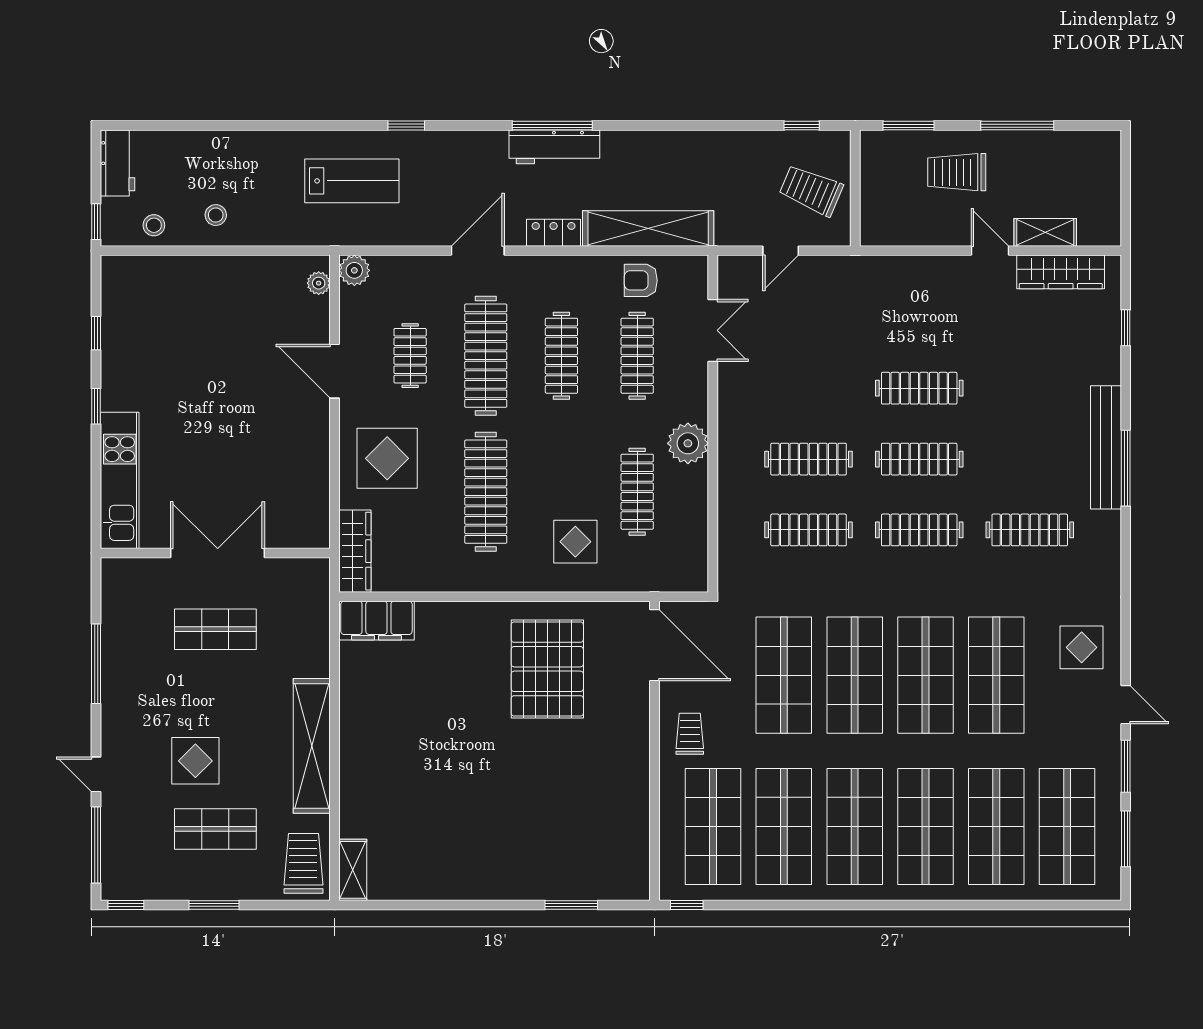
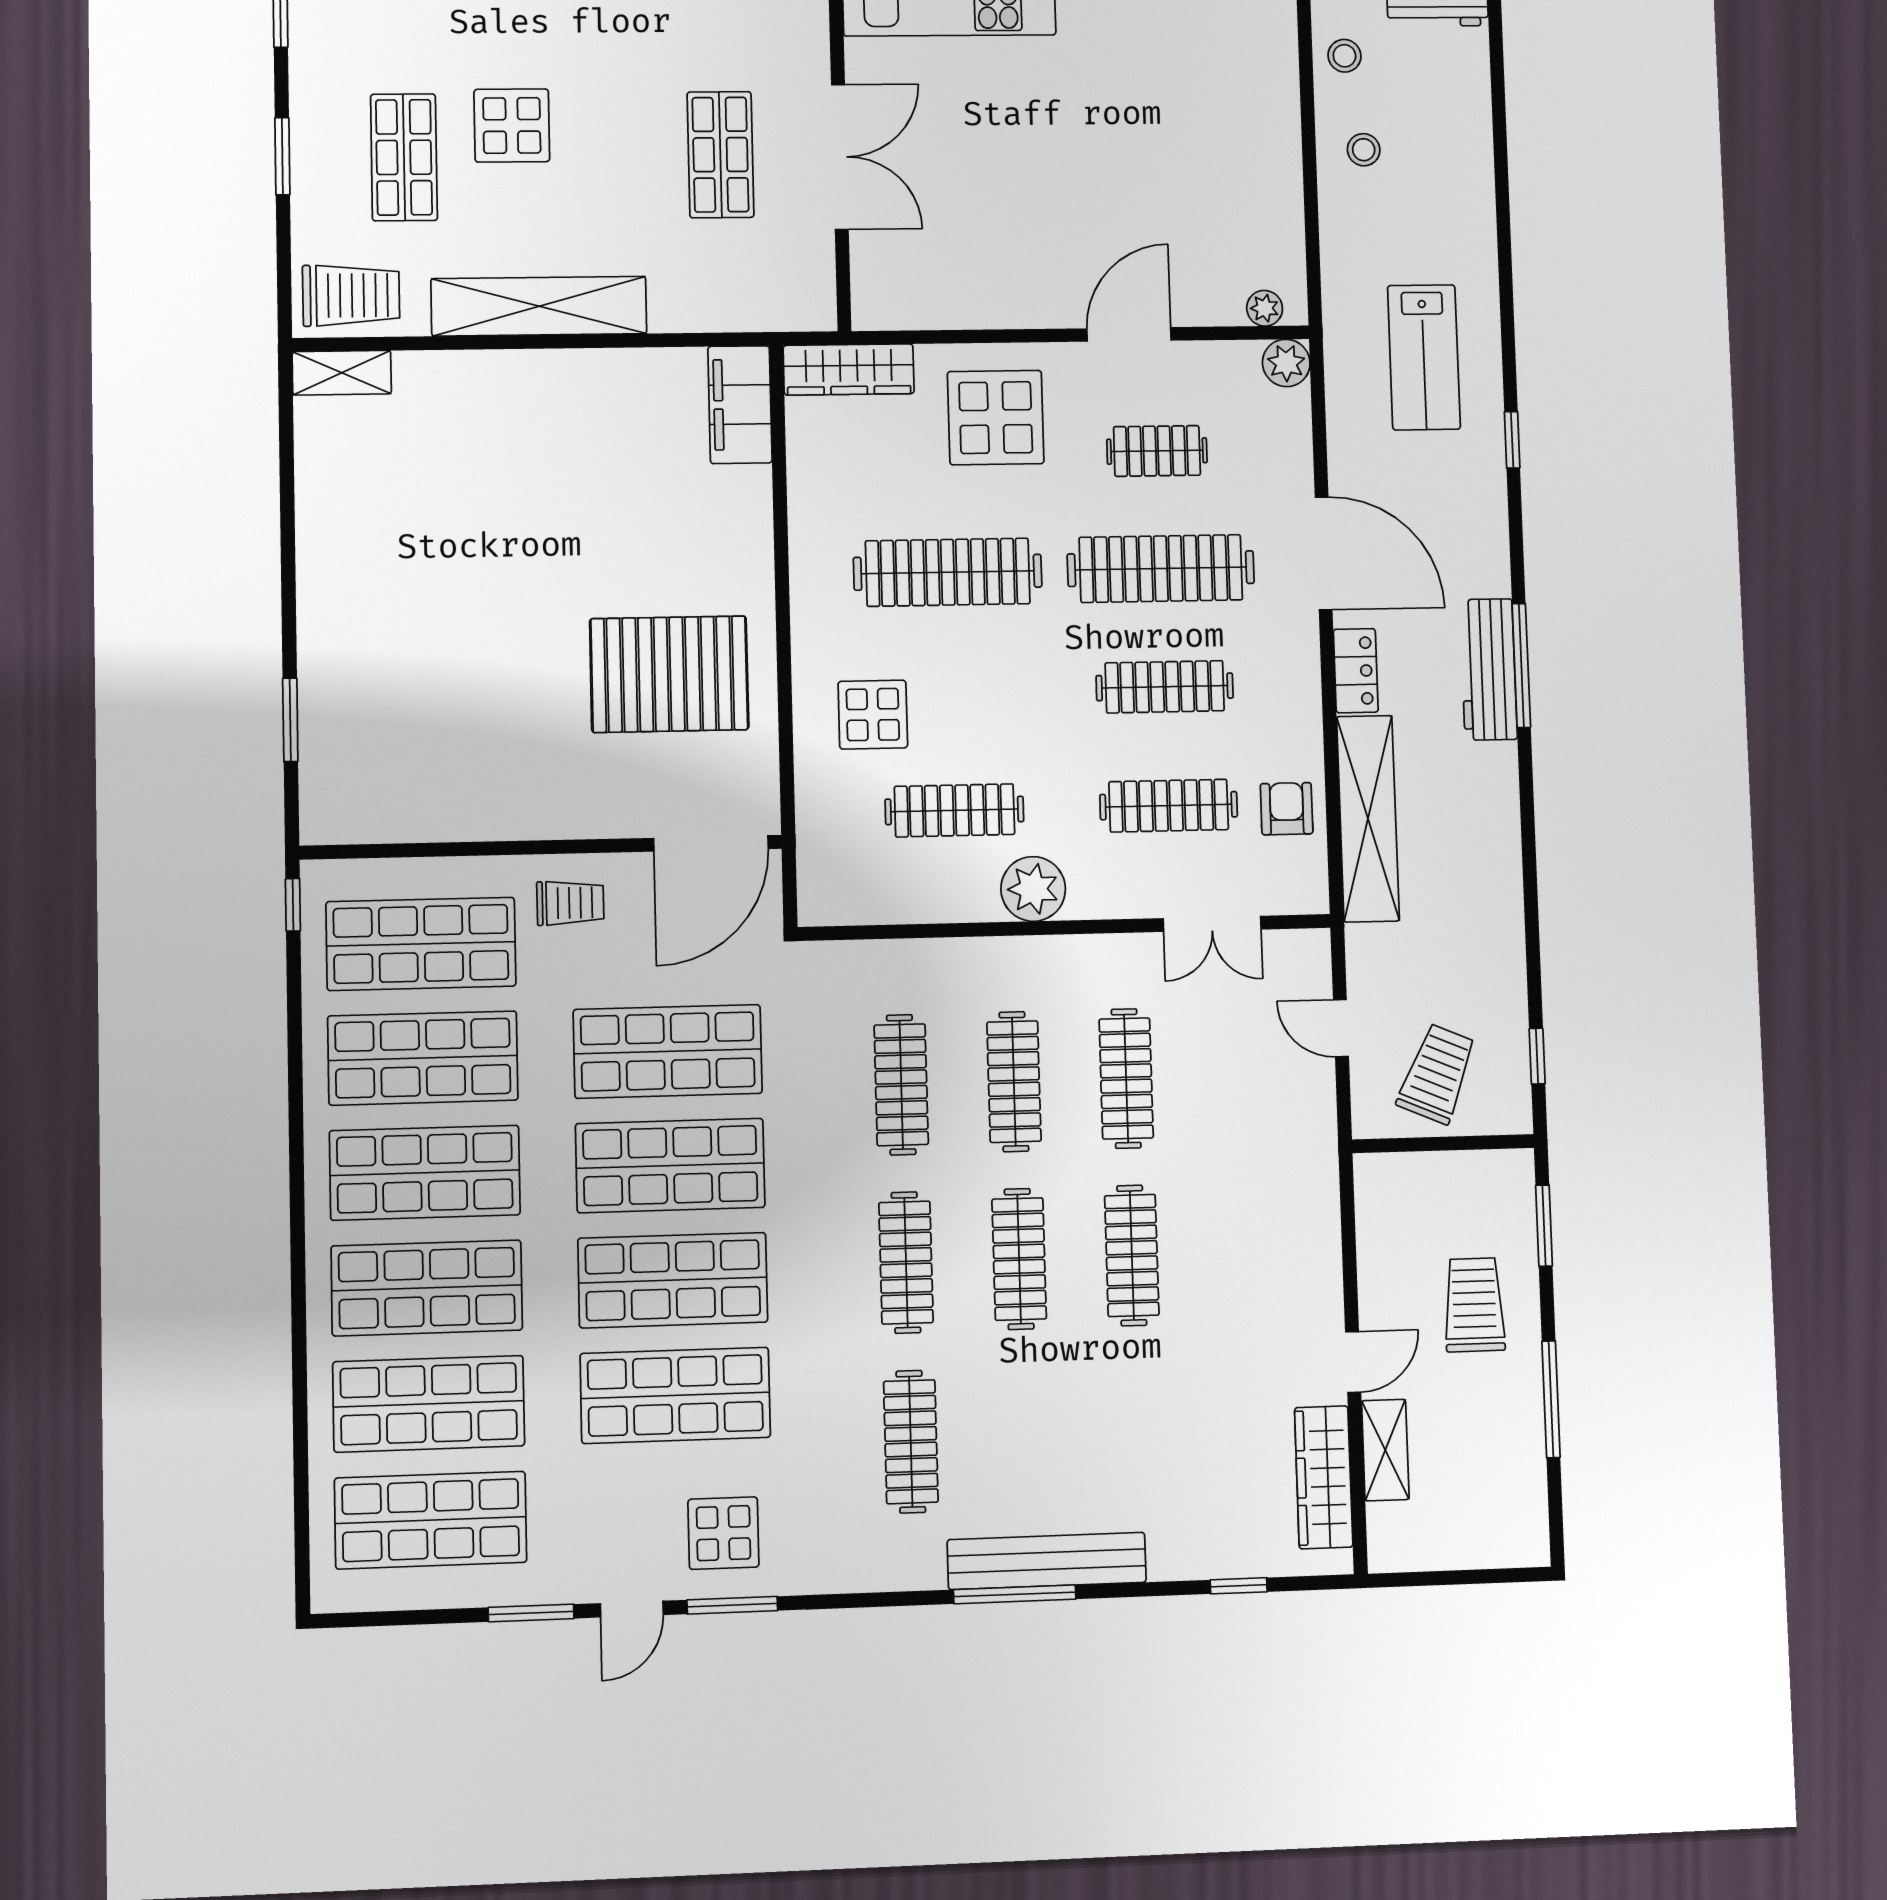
door: (478, 251) -> (1324, 553), width x1.36
clothes rail: (809, 388) -> (1126, 1079), added
window: (1126, 839) -> (732, 1605), moved

